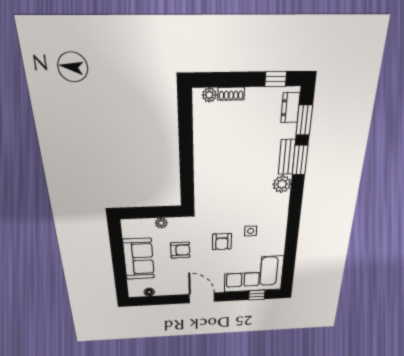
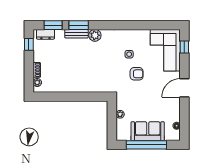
armchair: (180, 250) -> (142, 102), removed
window: (118, 258) -> (146, 145), added

